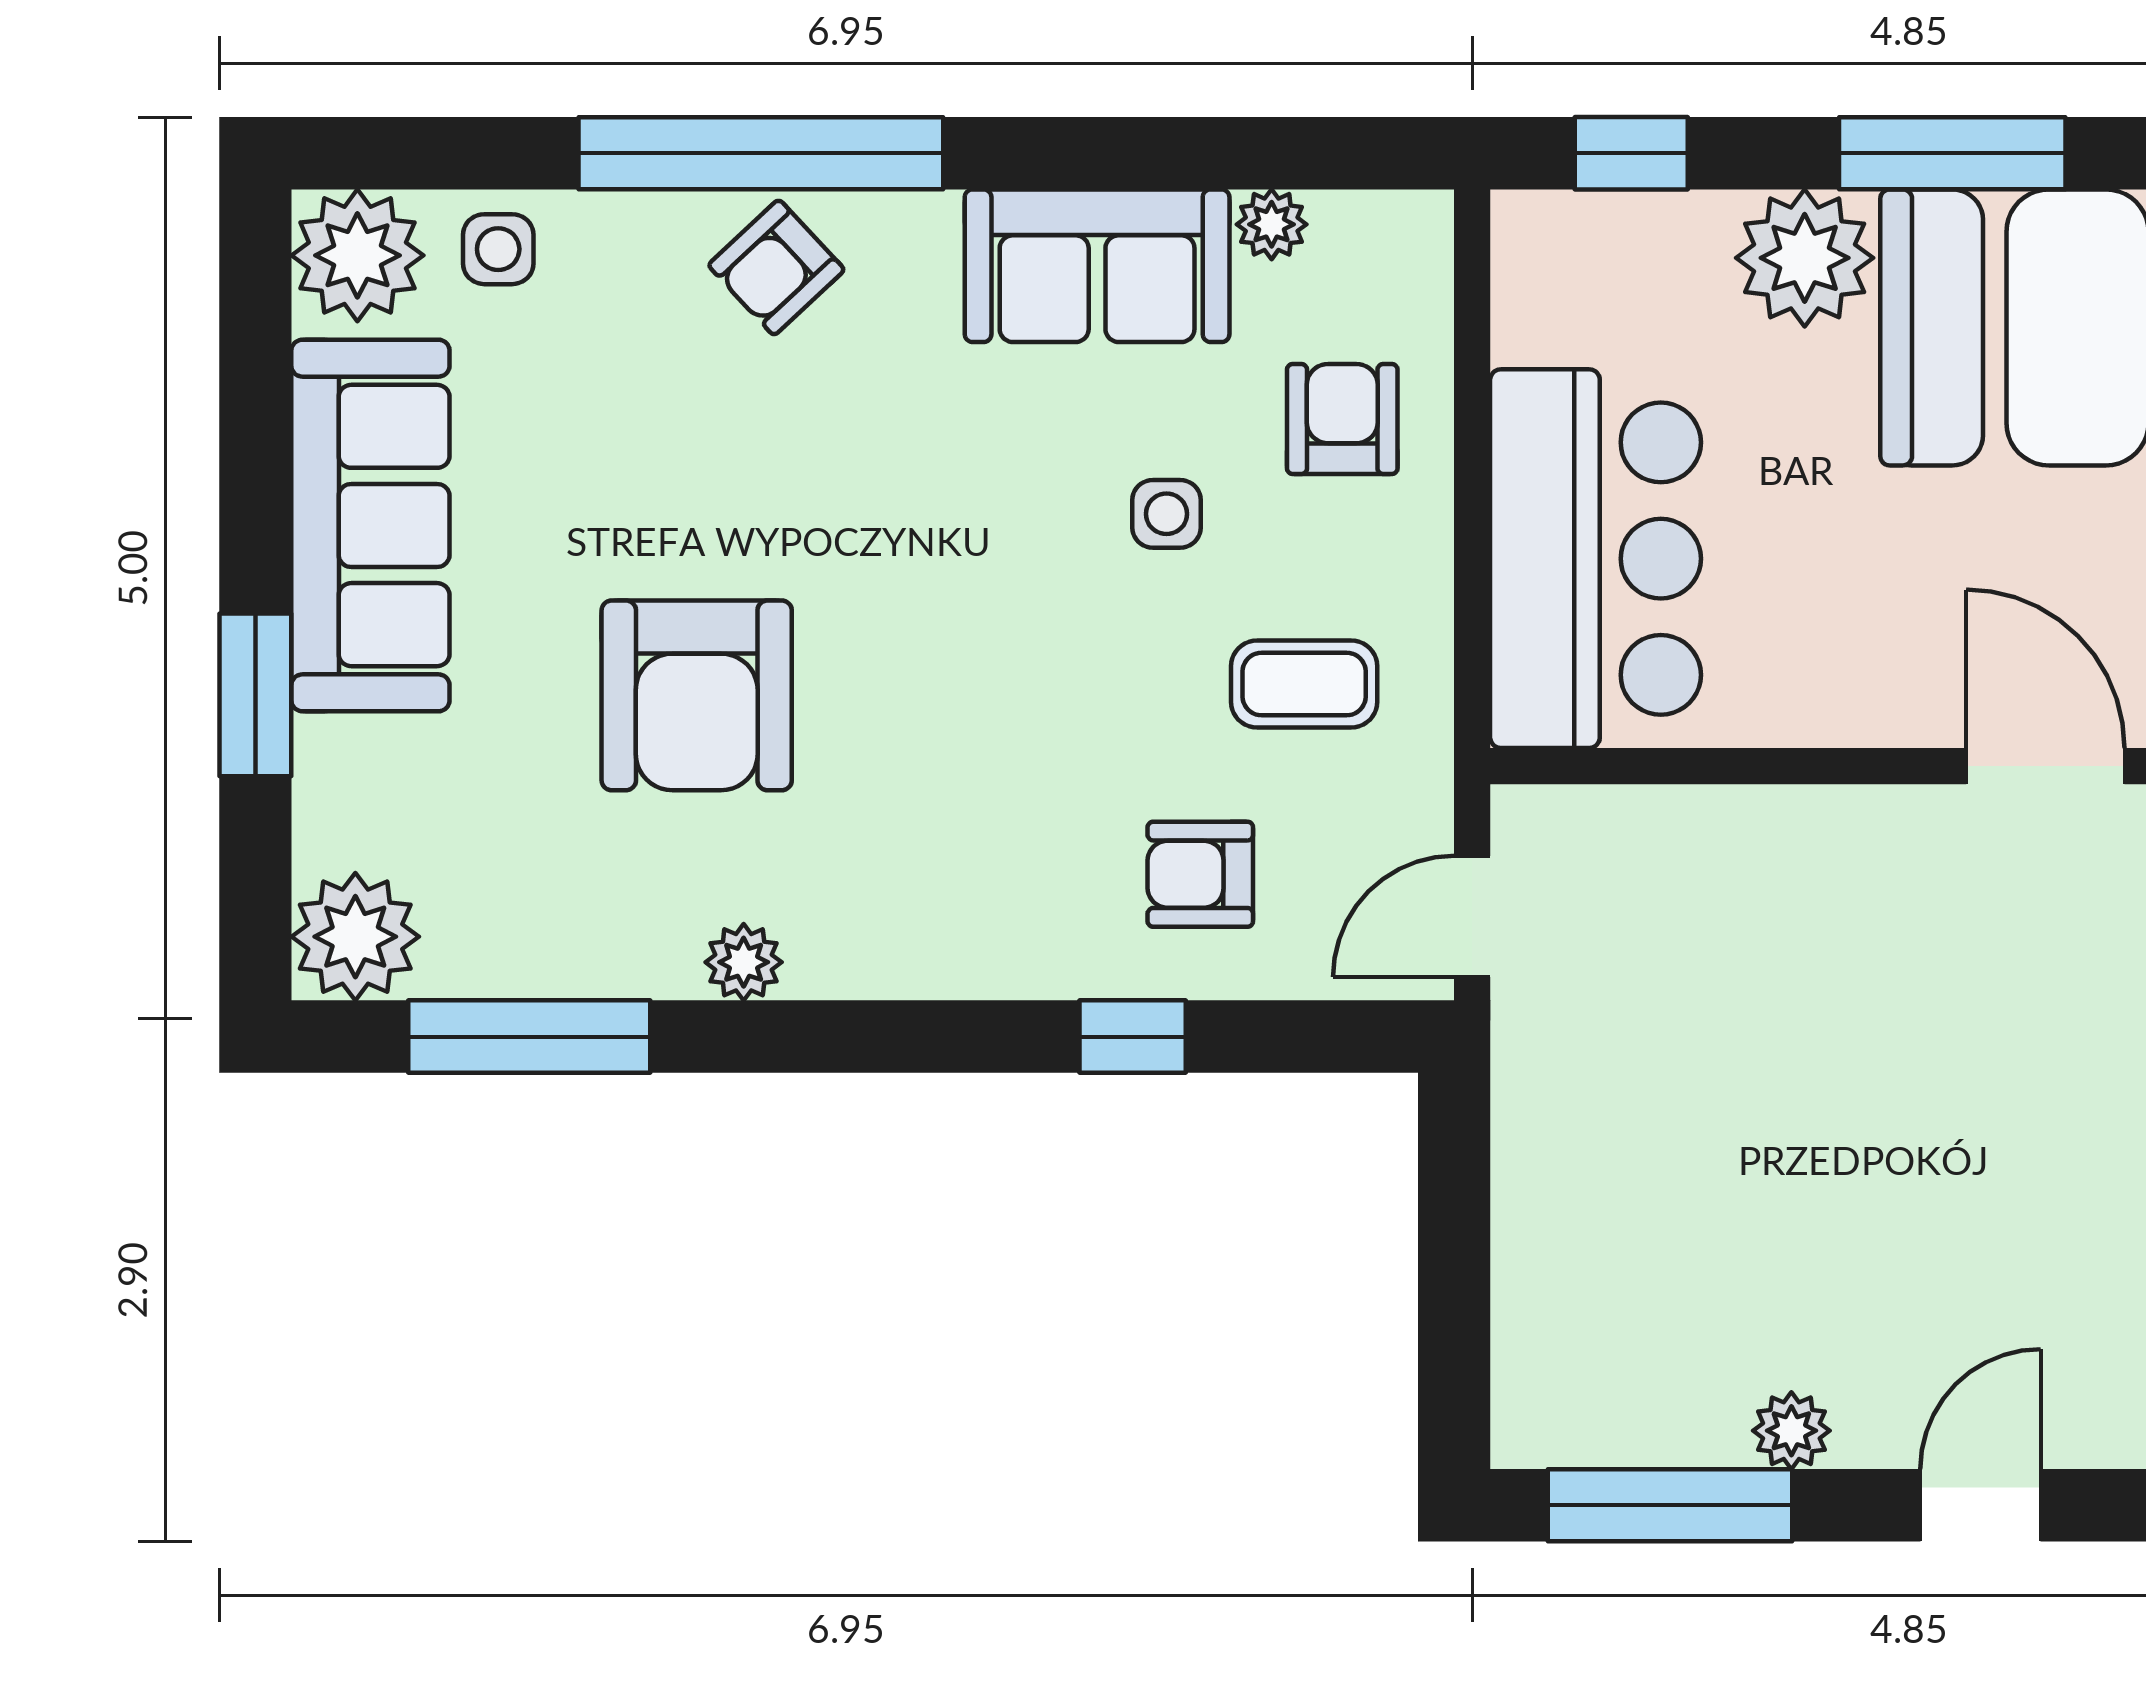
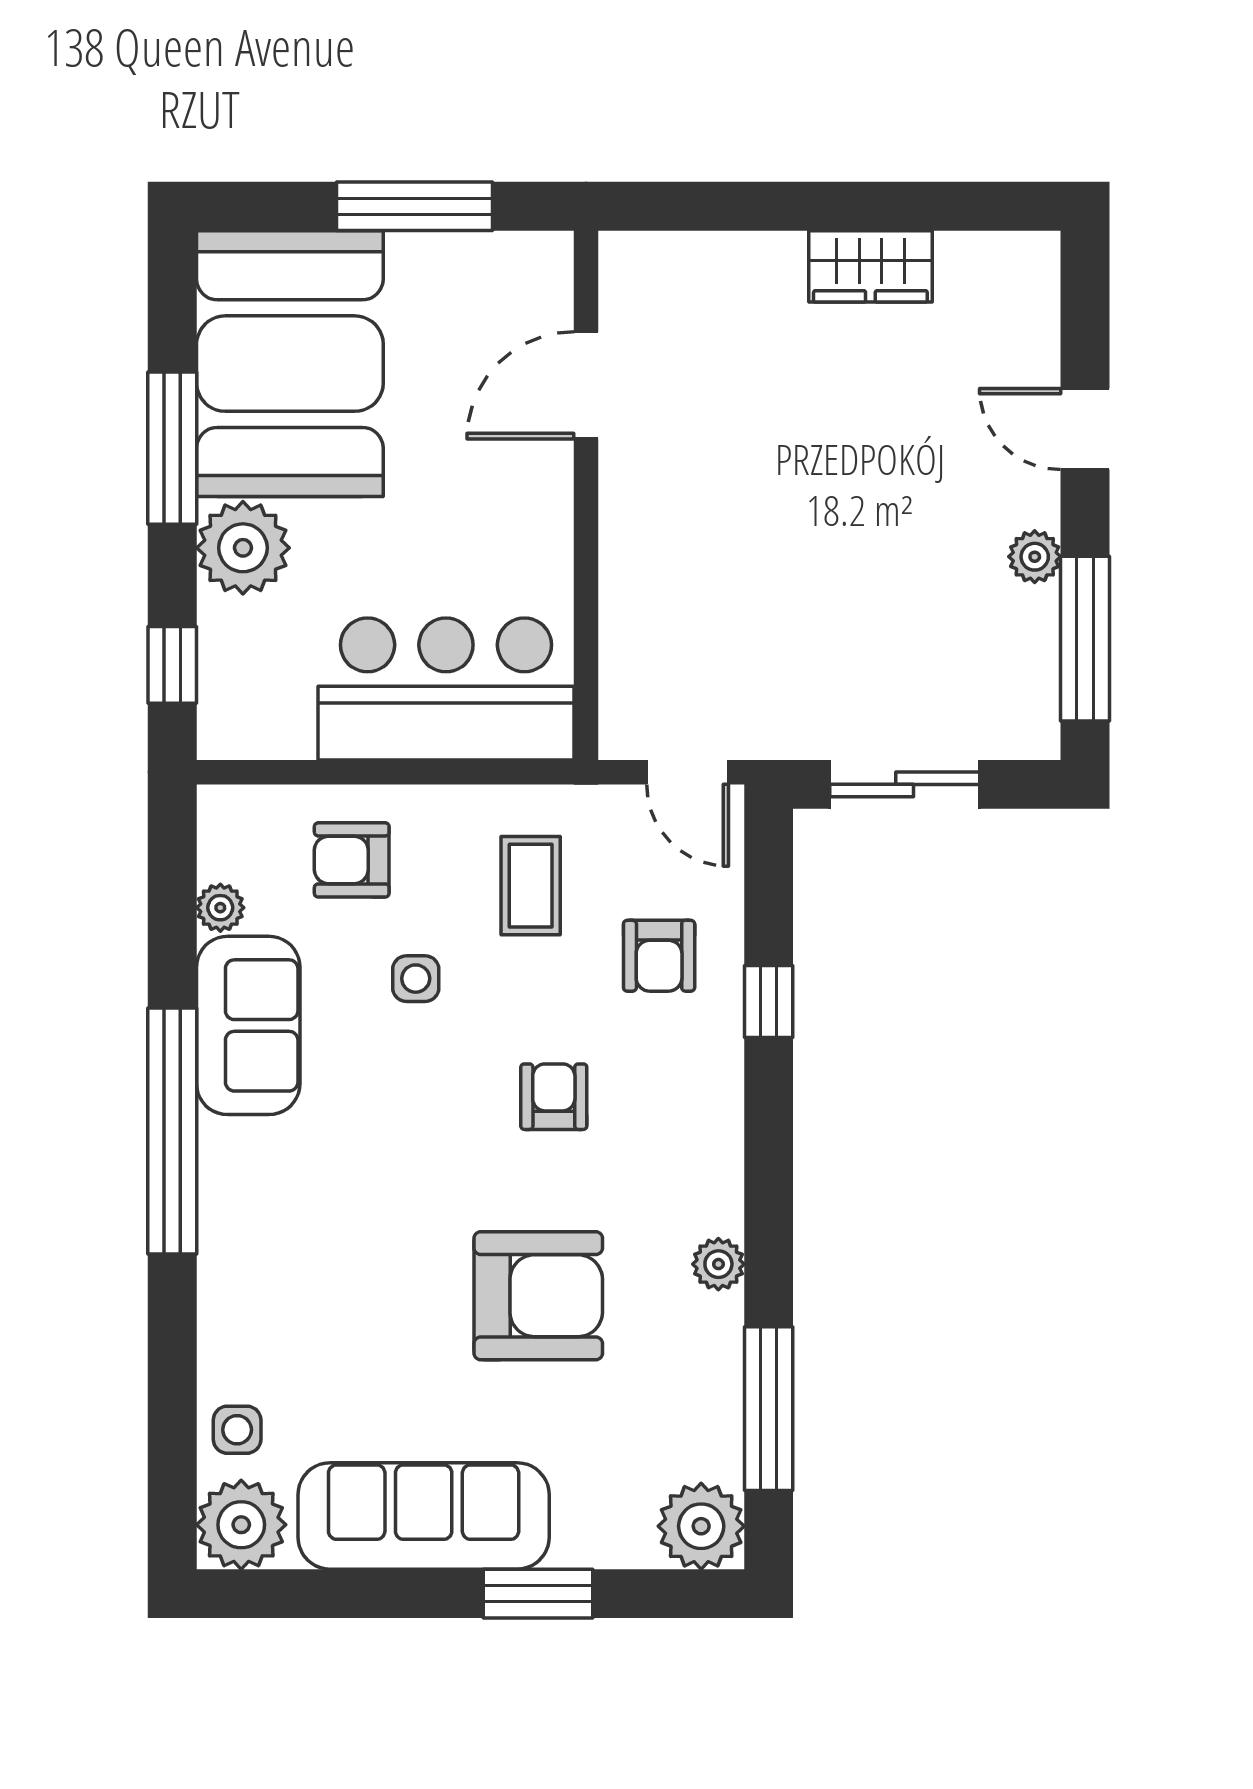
window: (761, 153) -> (172, 1131), moved
armchair: (776, 267) -> (554, 1097), moved, turned -137
sliding door: (1454, 1238) -> (905, 784), added

